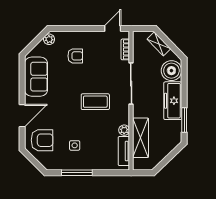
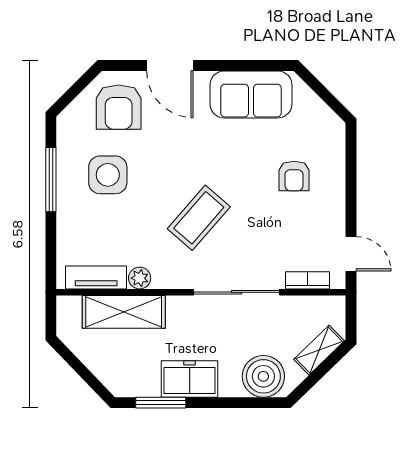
plant: (49, 39) -> (329, 122), removed
freezer: (173, 101) -> (190, 379), width x0.71
coffee table: (95, 102) -> (199, 218), turned 41
side table: (75, 145) -> (108, 175), width x1.87, depth x1.87

